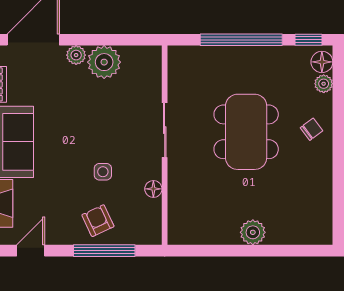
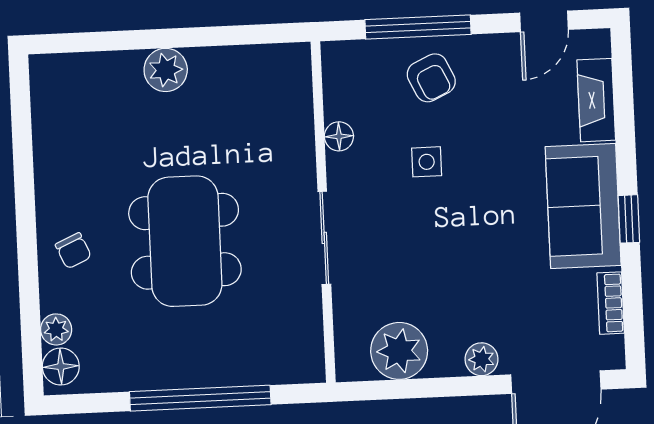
window: (308, 40) -> (85, 403), removed
plant: (104, 62) -> (399, 351), moved
chair: (311, 129) -> (73, 251), turned -77

